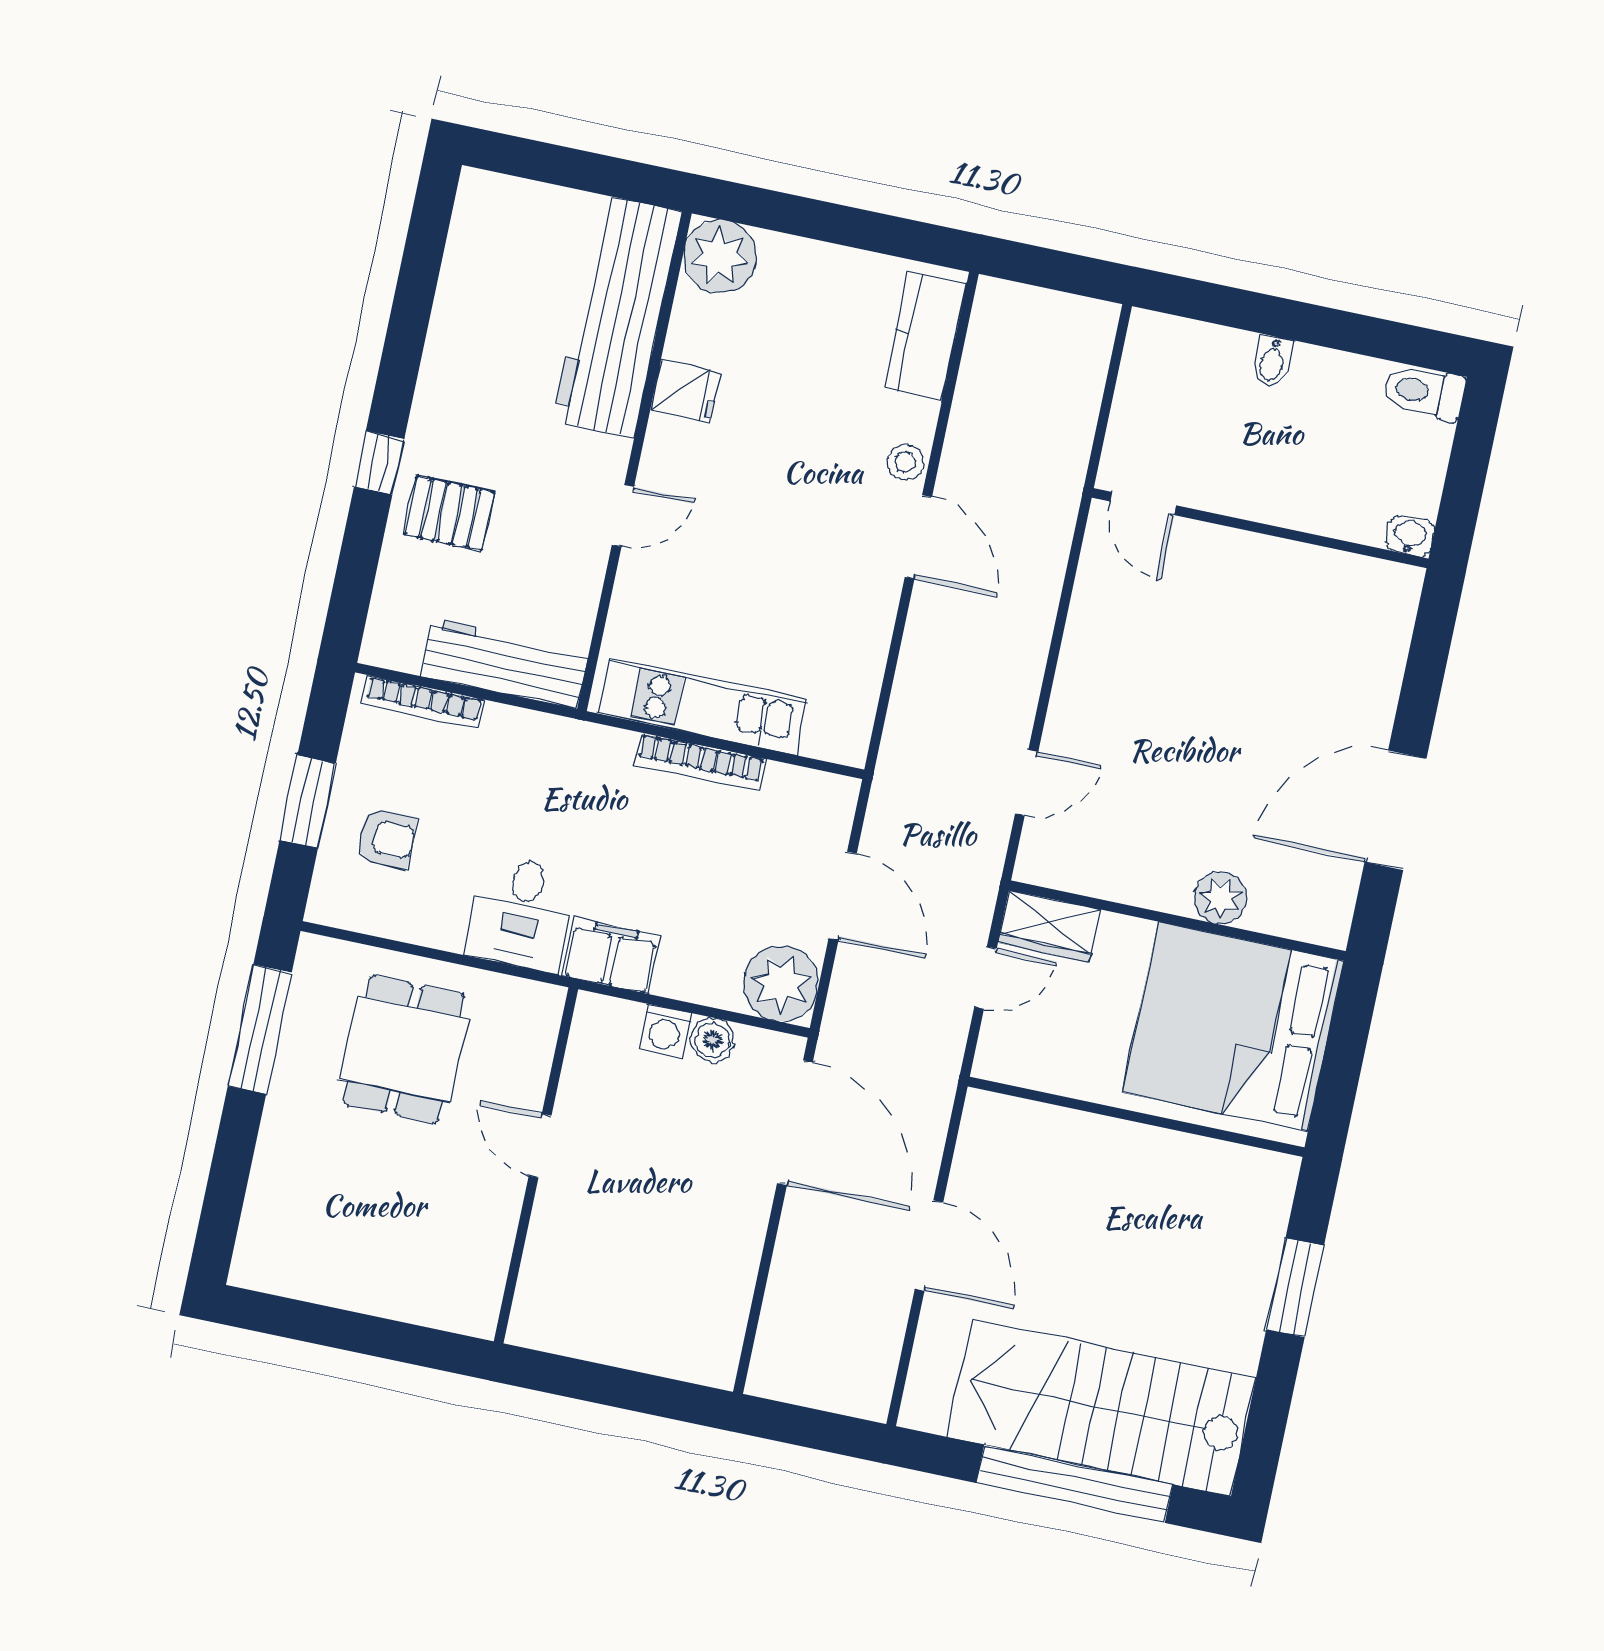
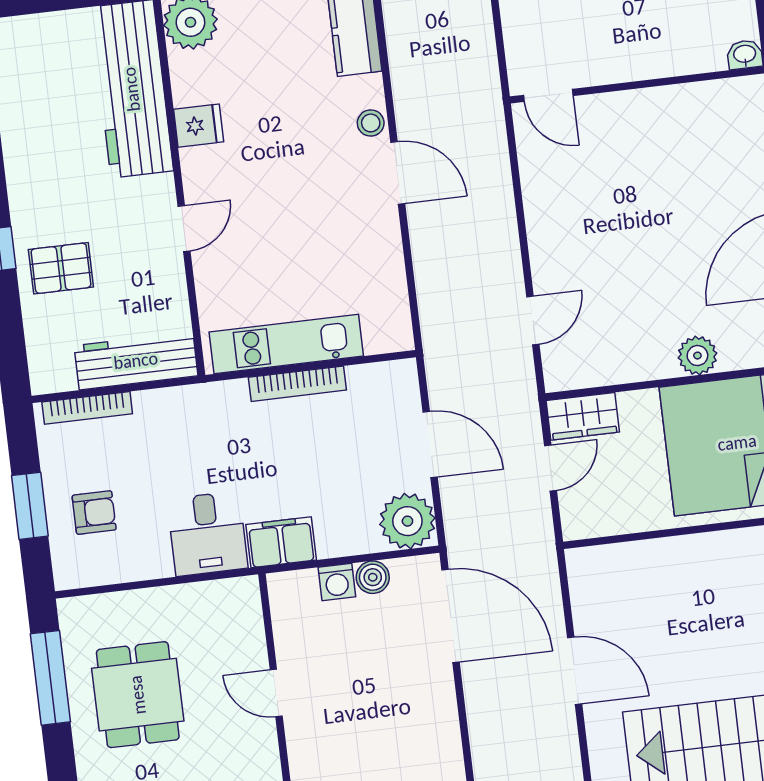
dining table: (404, 1049) -> (138, 695), moved

